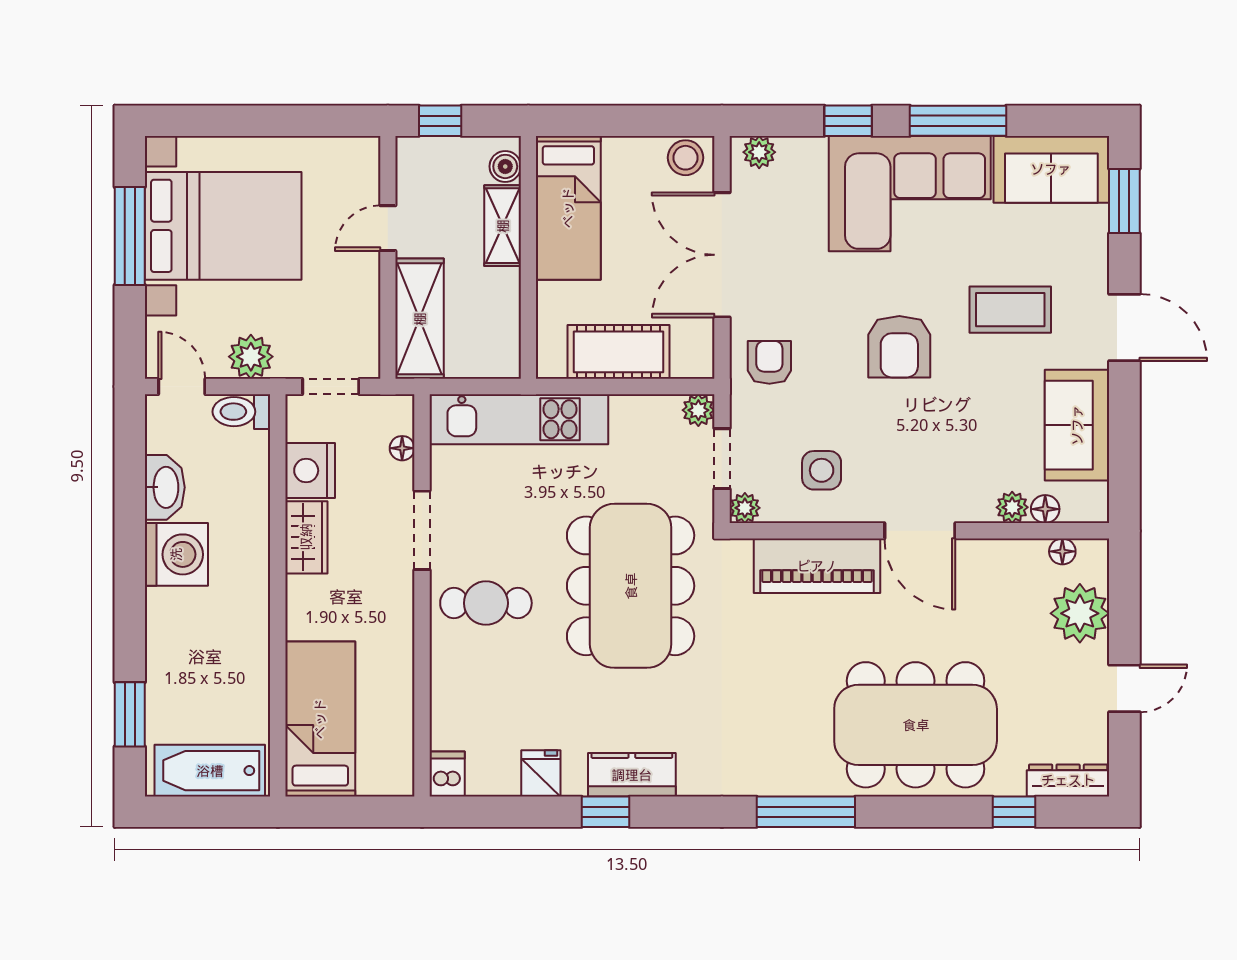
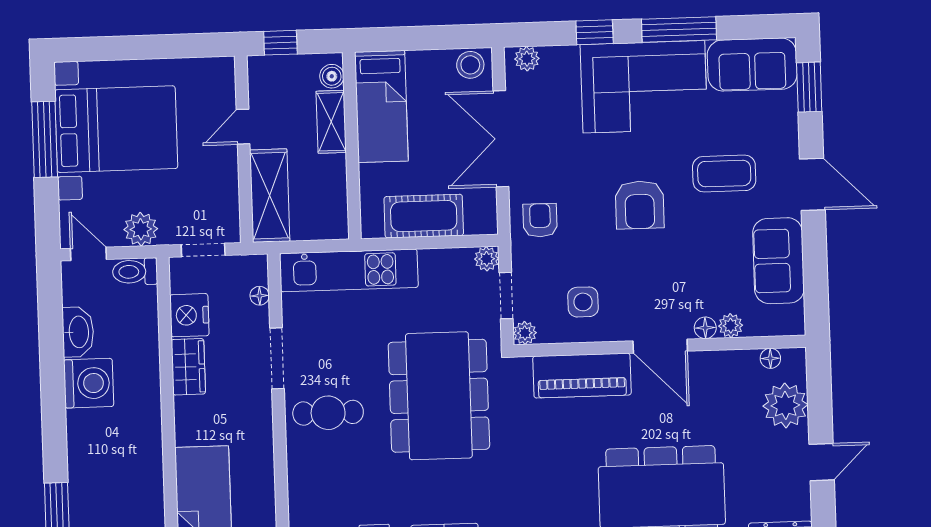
floor lamp: (1045, 509) -> (705, 328), moved

